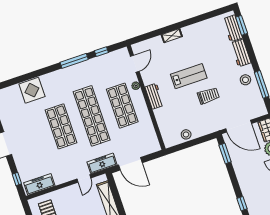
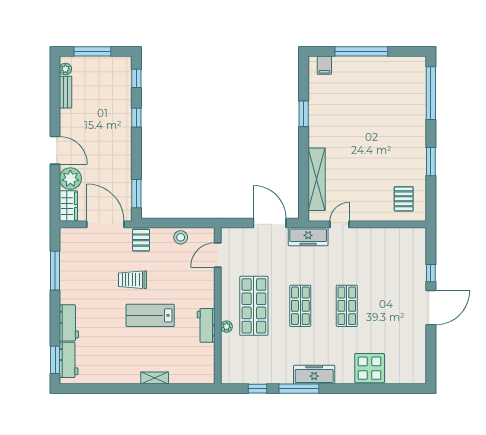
door: (135, 64) -> (218, 255), moved
stool: (245, 80) -> (75, 284), removed
workbench: (154, 96) -> (206, 325), moved
shop shelf: (92, 116) -> (300, 306), width x0.50, depth x0.74
pallet: (212, 124) -> (141, 240), added
shop shelf: (61, 126) -> (347, 306), width x0.70, depth x0.74
window: (17, 179) -> (431, 273), moved
freezer: (39, 184) -> (314, 375), moved, turned 180

